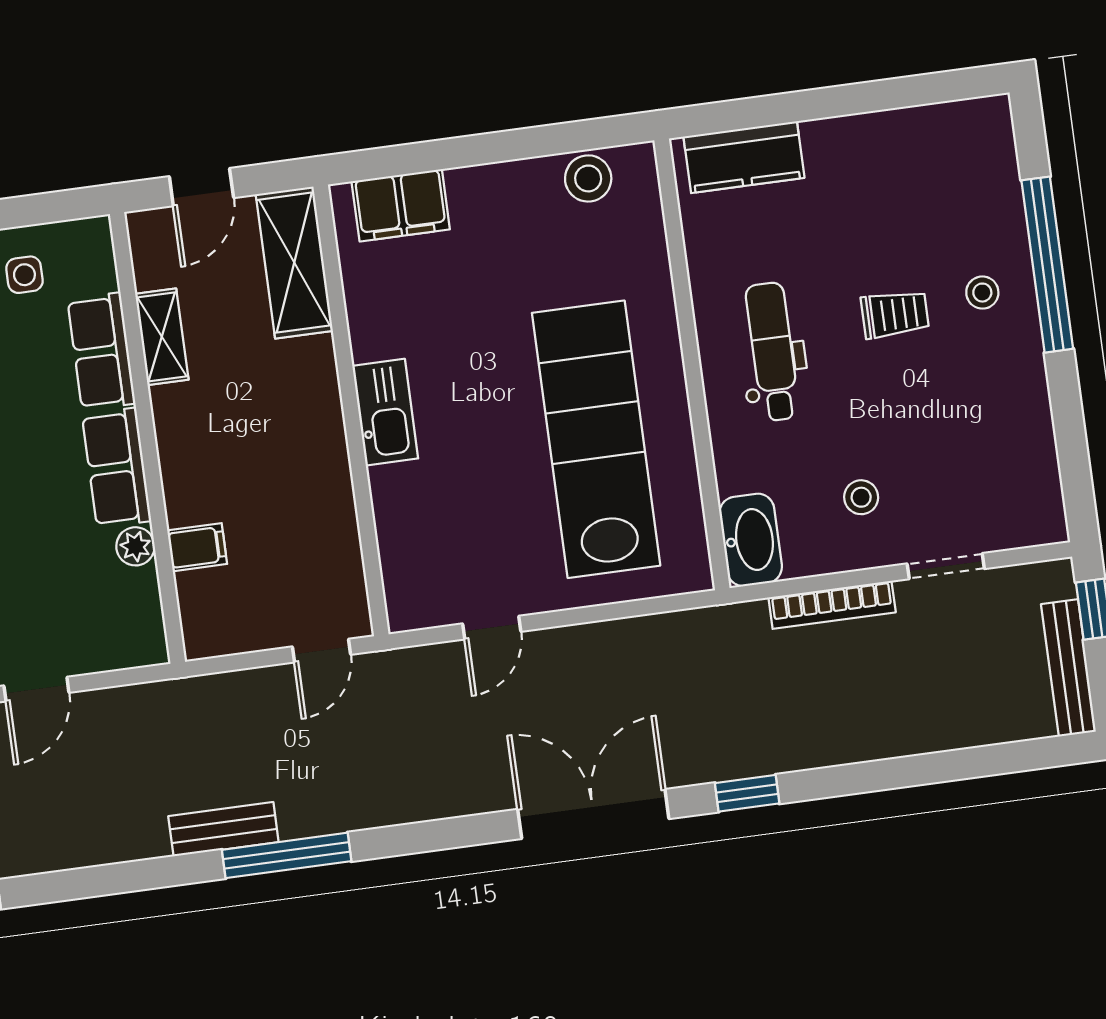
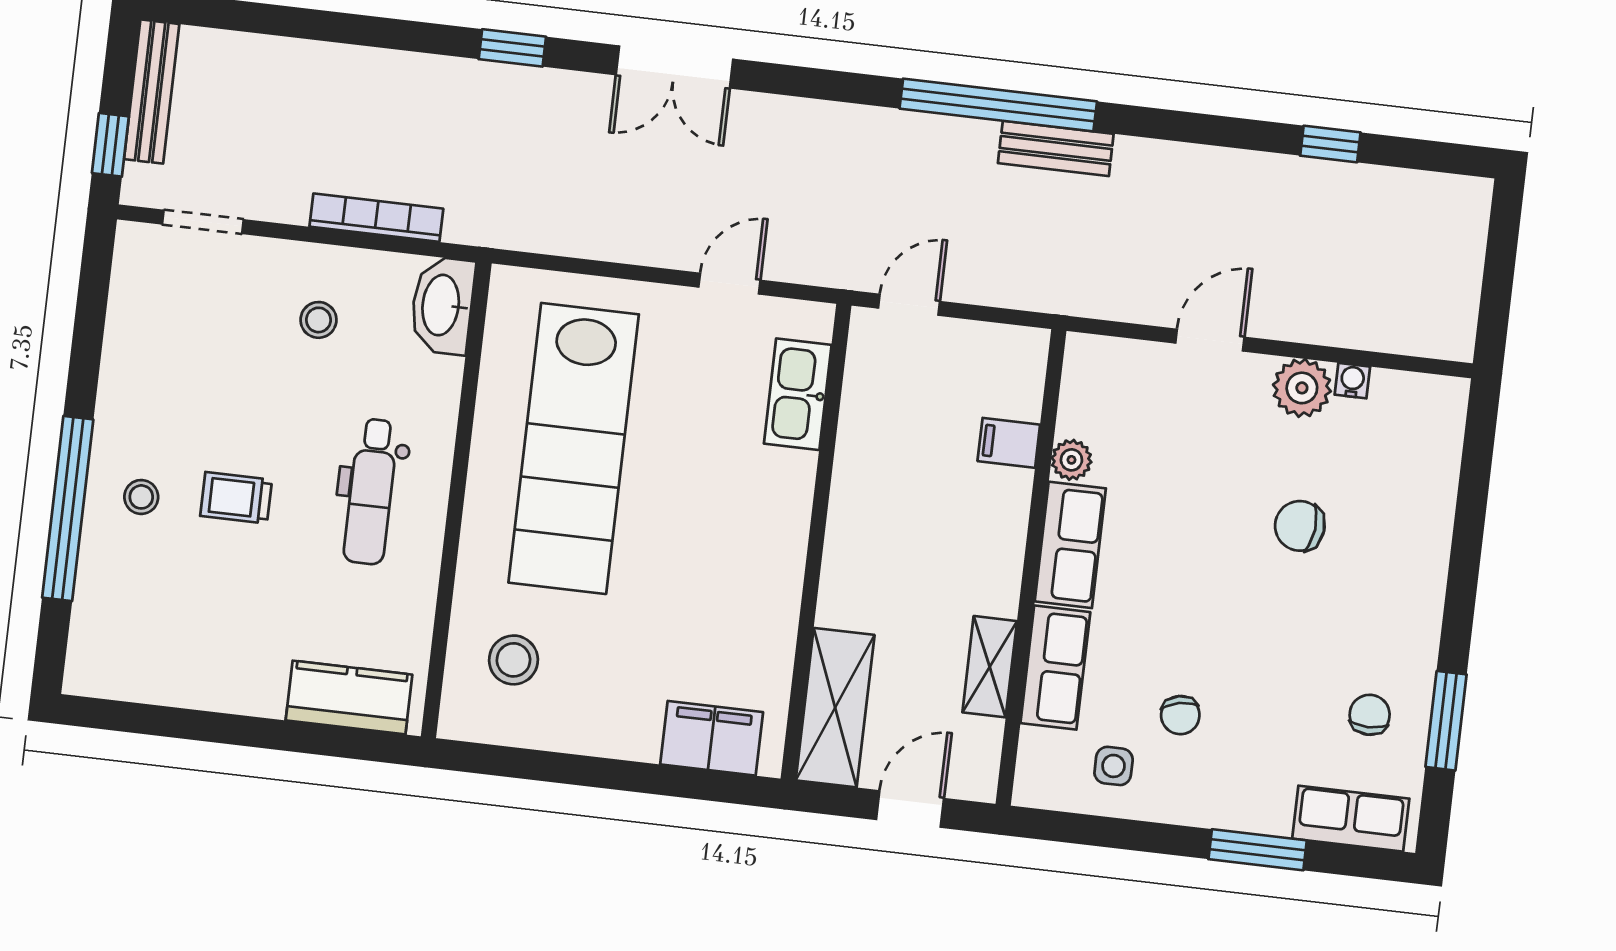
stool: (588, 178) -> (513, 660), moved
kitchen sink: (385, 412) -> (798, 394), moved
doorway: (946, 566) -> (203, 222), moved
double door: (593, 814) -> (675, 67), width x0.73
window: (287, 855) -> (998, 105), width x1.46

